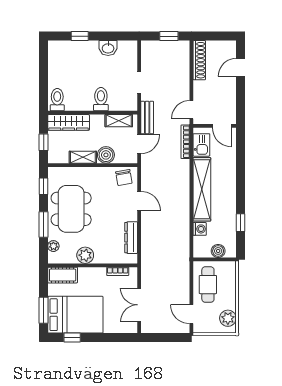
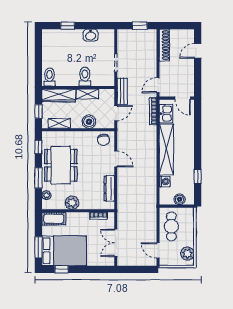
shelving: (119, 121) -> (87, 94), moved
shelving: (83, 157) -> (59, 123), moved

